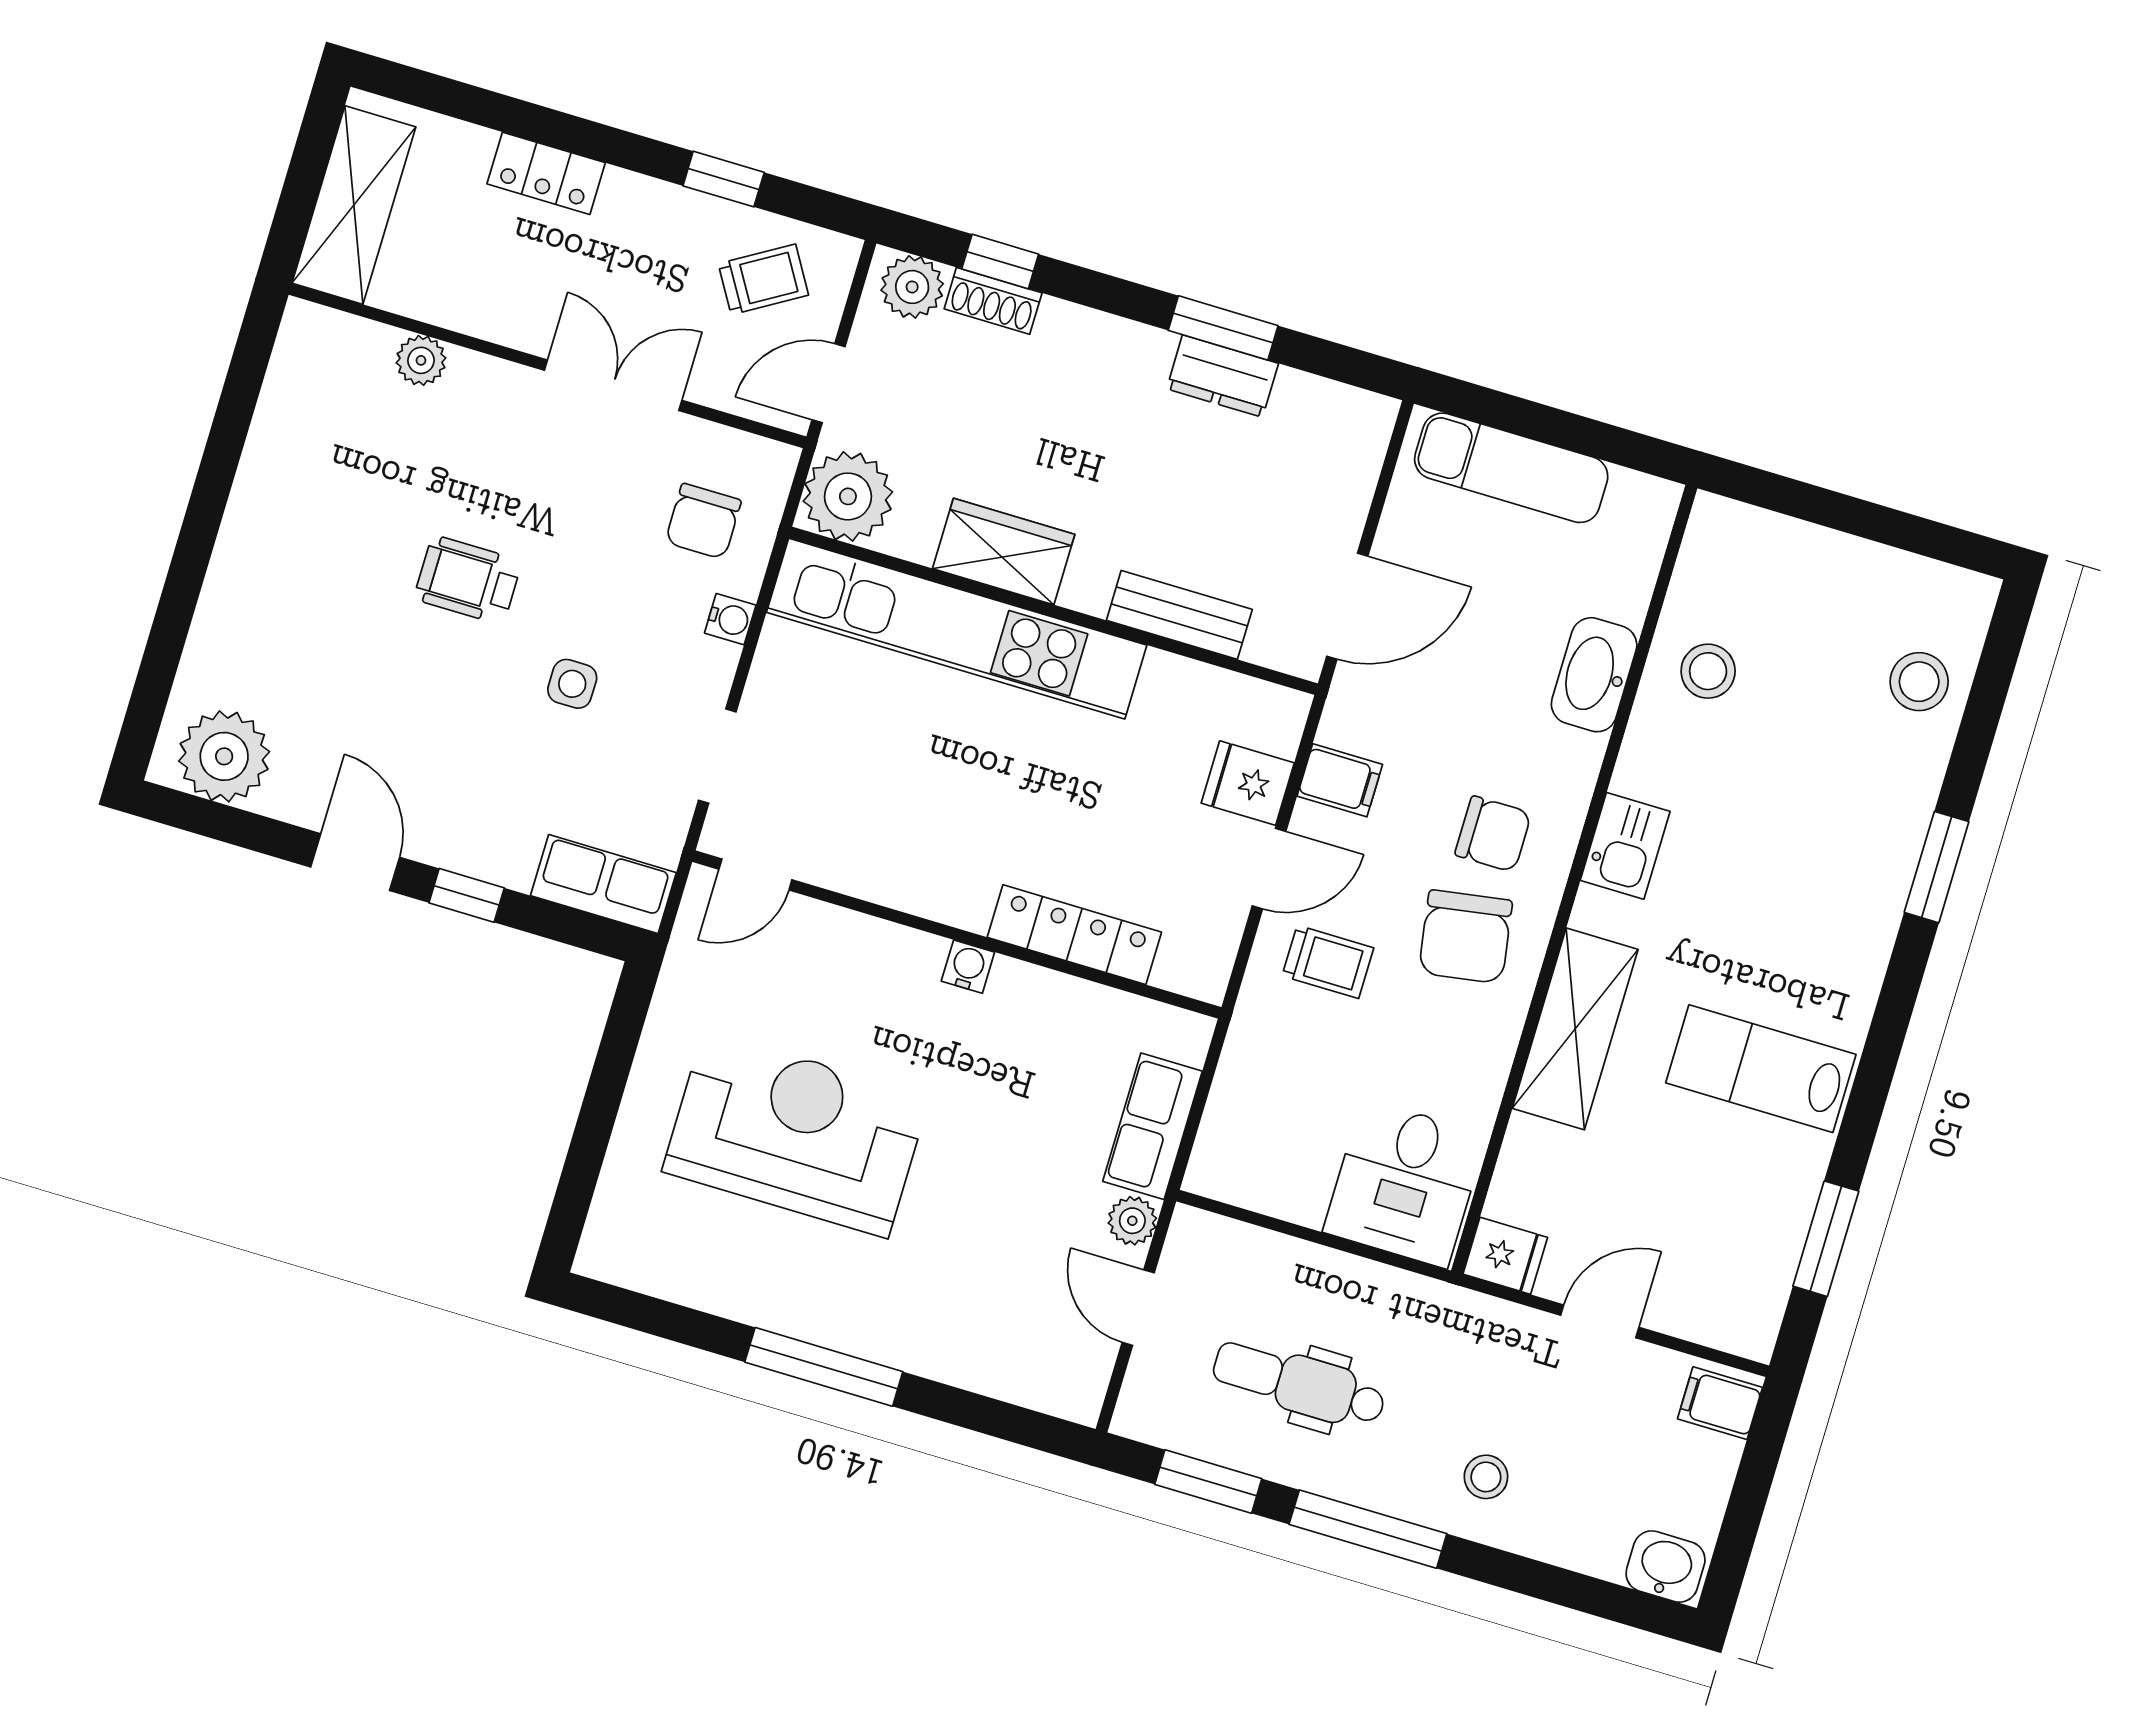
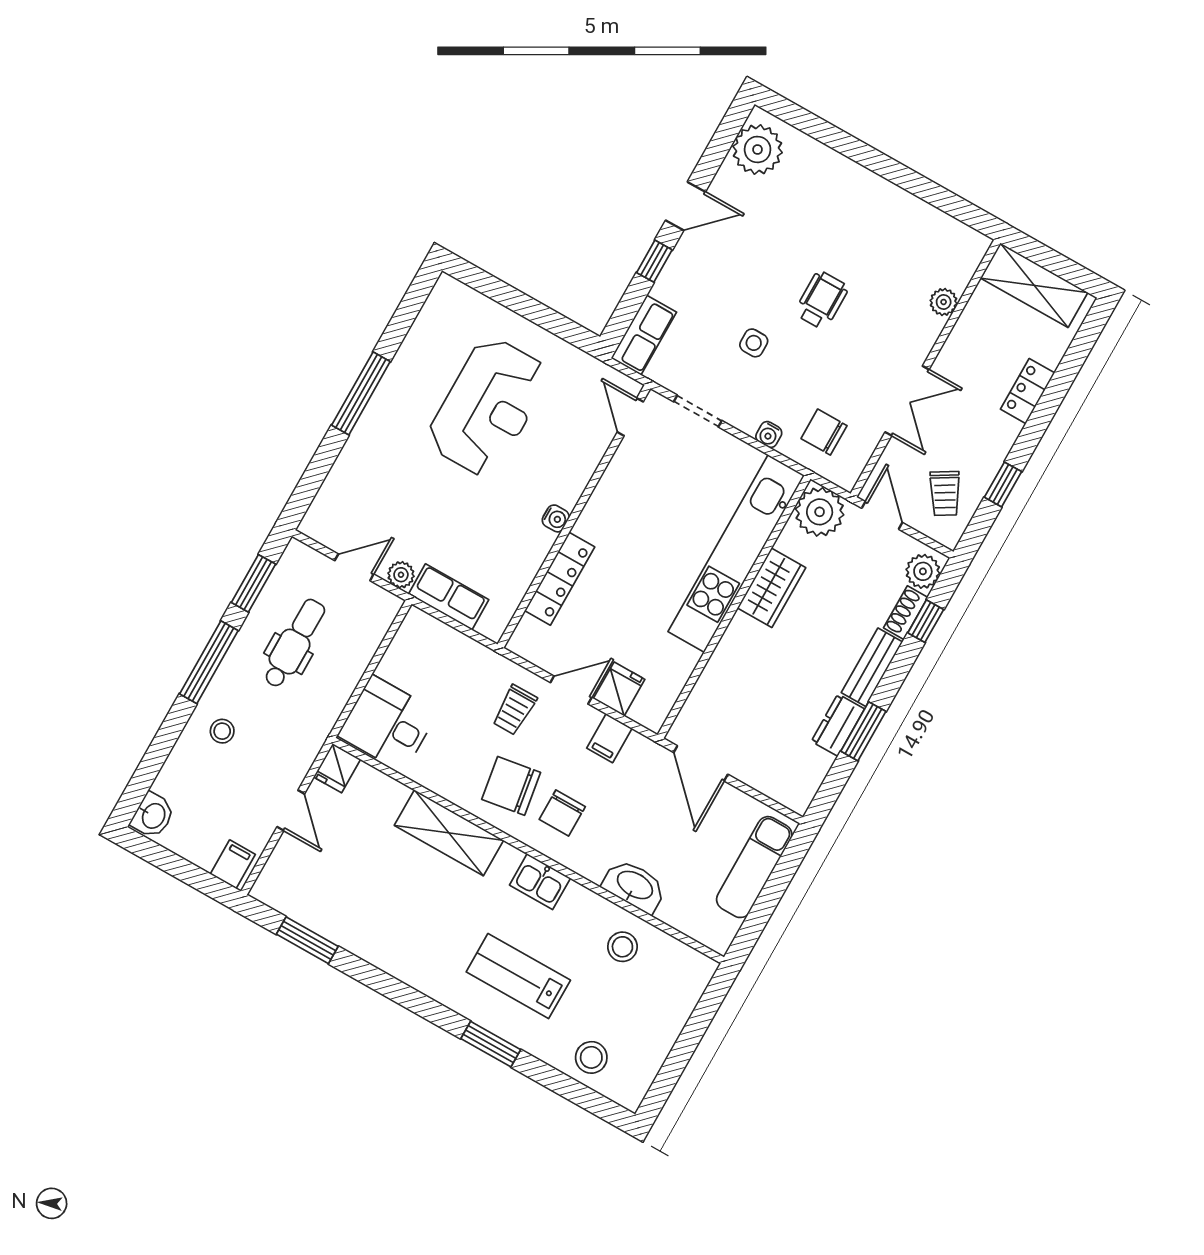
bench: (1179, 615) -> (872, 667), moved
door: (1269, 869) -> (571, 690), swing flipped
lab bench: (1761, 1069) -> (518, 976), moved, turned -90

